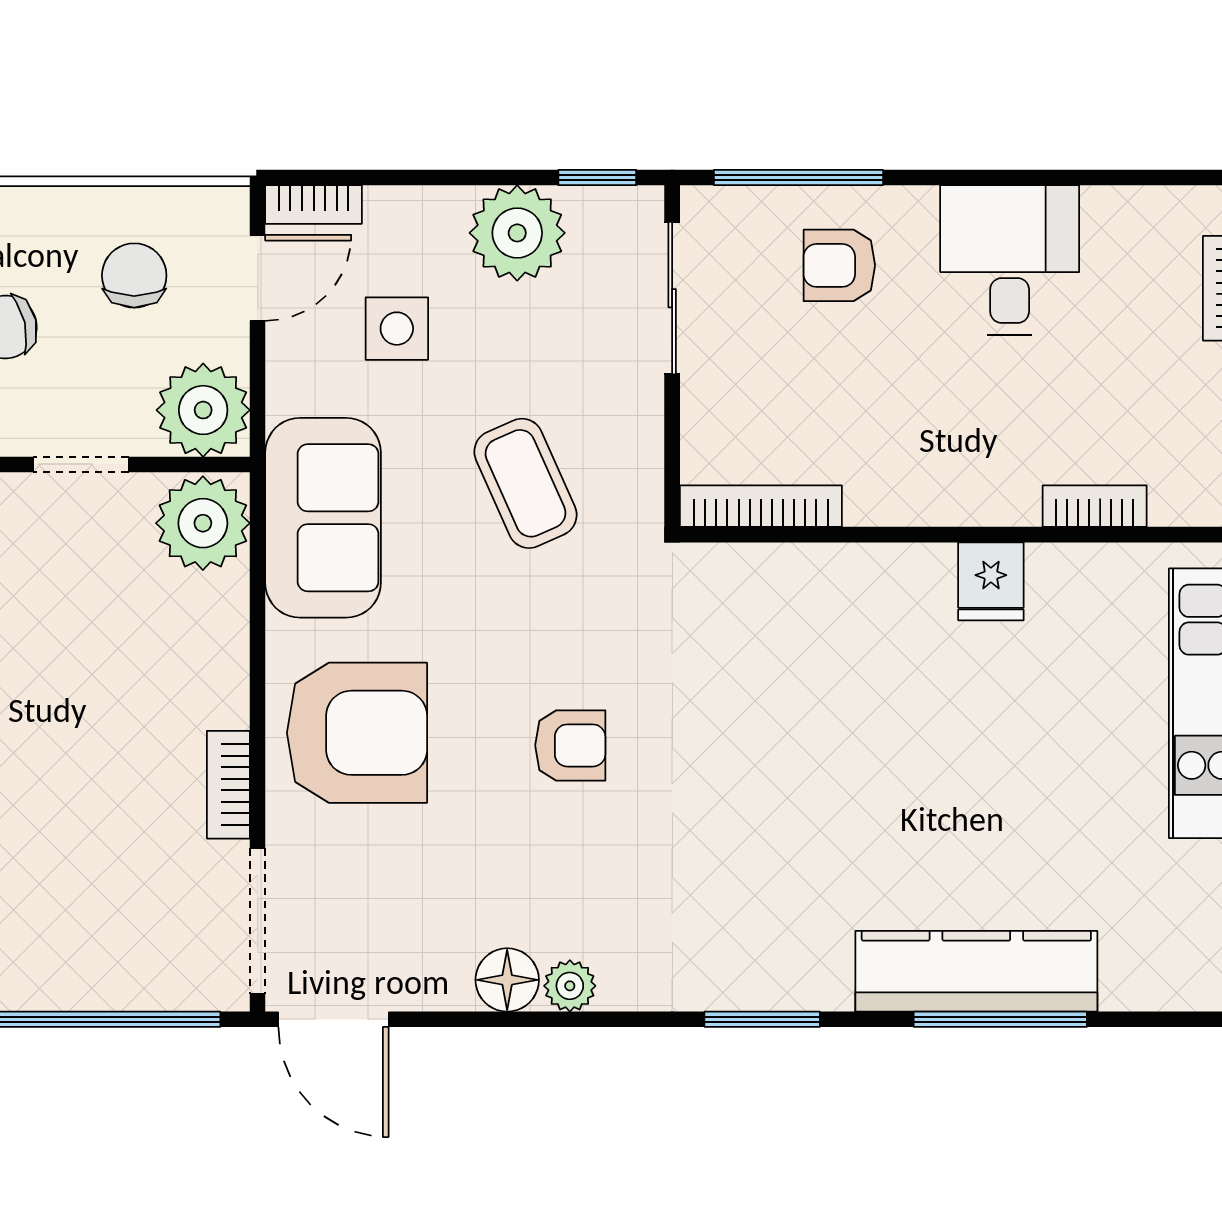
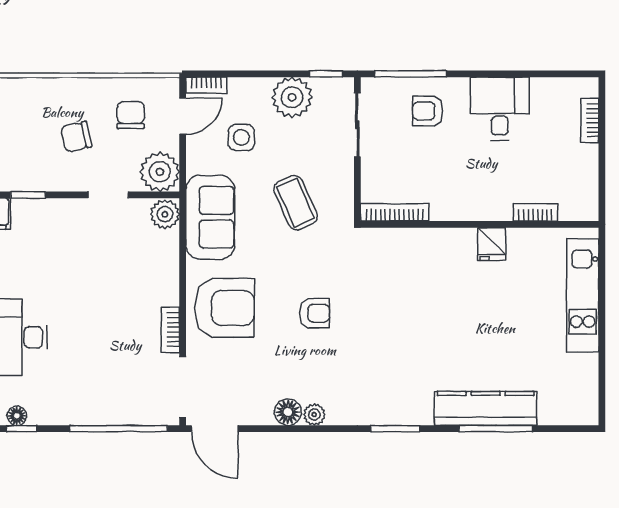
plant: (203, 523) -> (165, 214), width x0.73, depth x0.73

